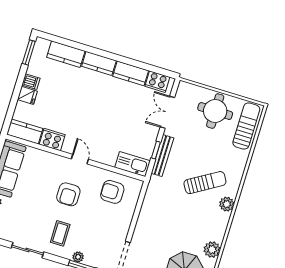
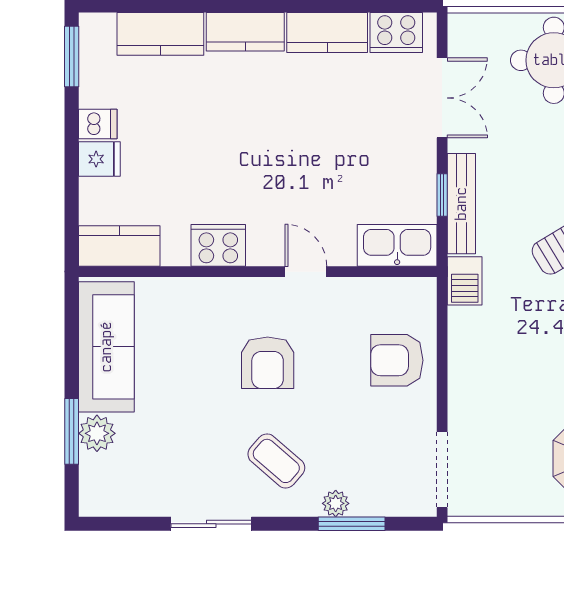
double door: (167, 112) -> (442, 98), swing flipped
cooker: (52, 140) -> (218, 245), moved
door: (80, 159) -> (306, 272), moved
barbecue: (154, 186) -> (465, 281), added
armchair: (112, 192) -> (397, 360), moved
coffee table: (60, 233) -> (276, 461), turned -49

